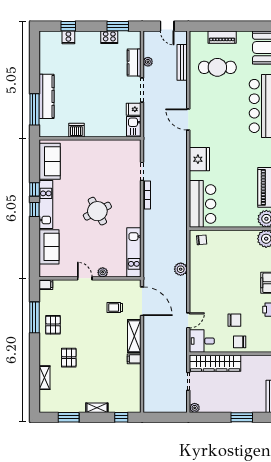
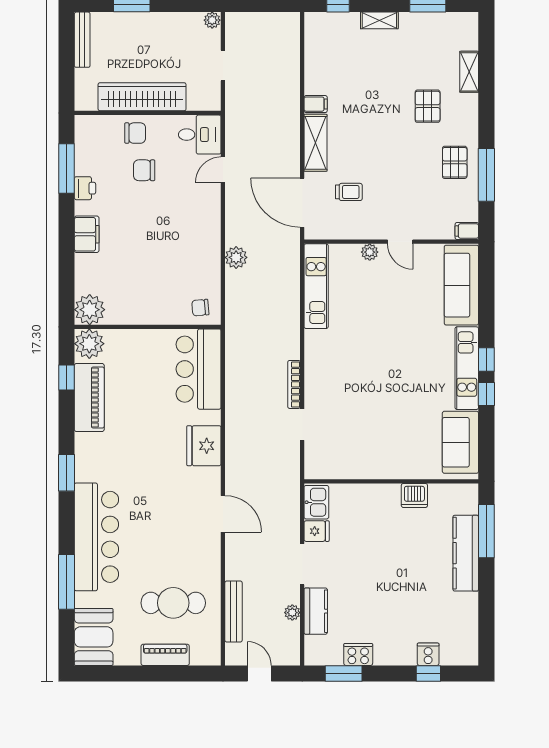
round table: (97, 211) -> (379, 357), removed
sofa: (49, 247) -> (461, 285), width x1.36
wardrobe: (215, 363) -> (142, 97), moved

